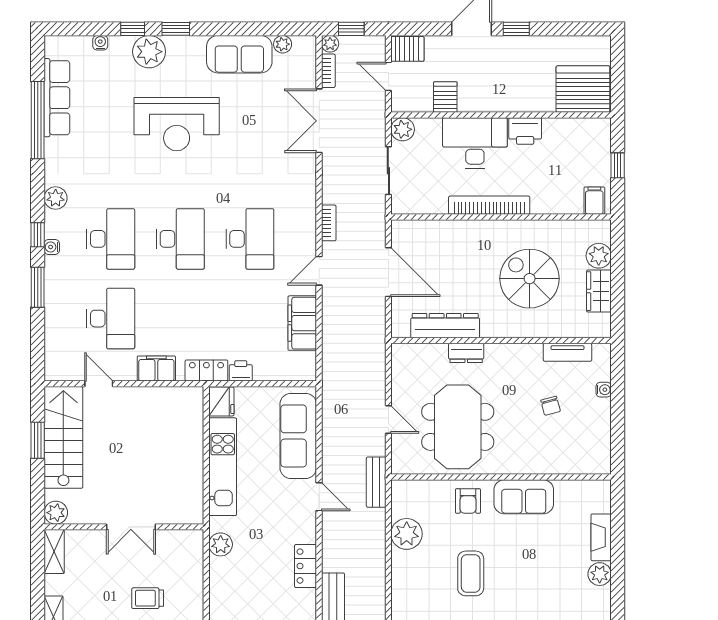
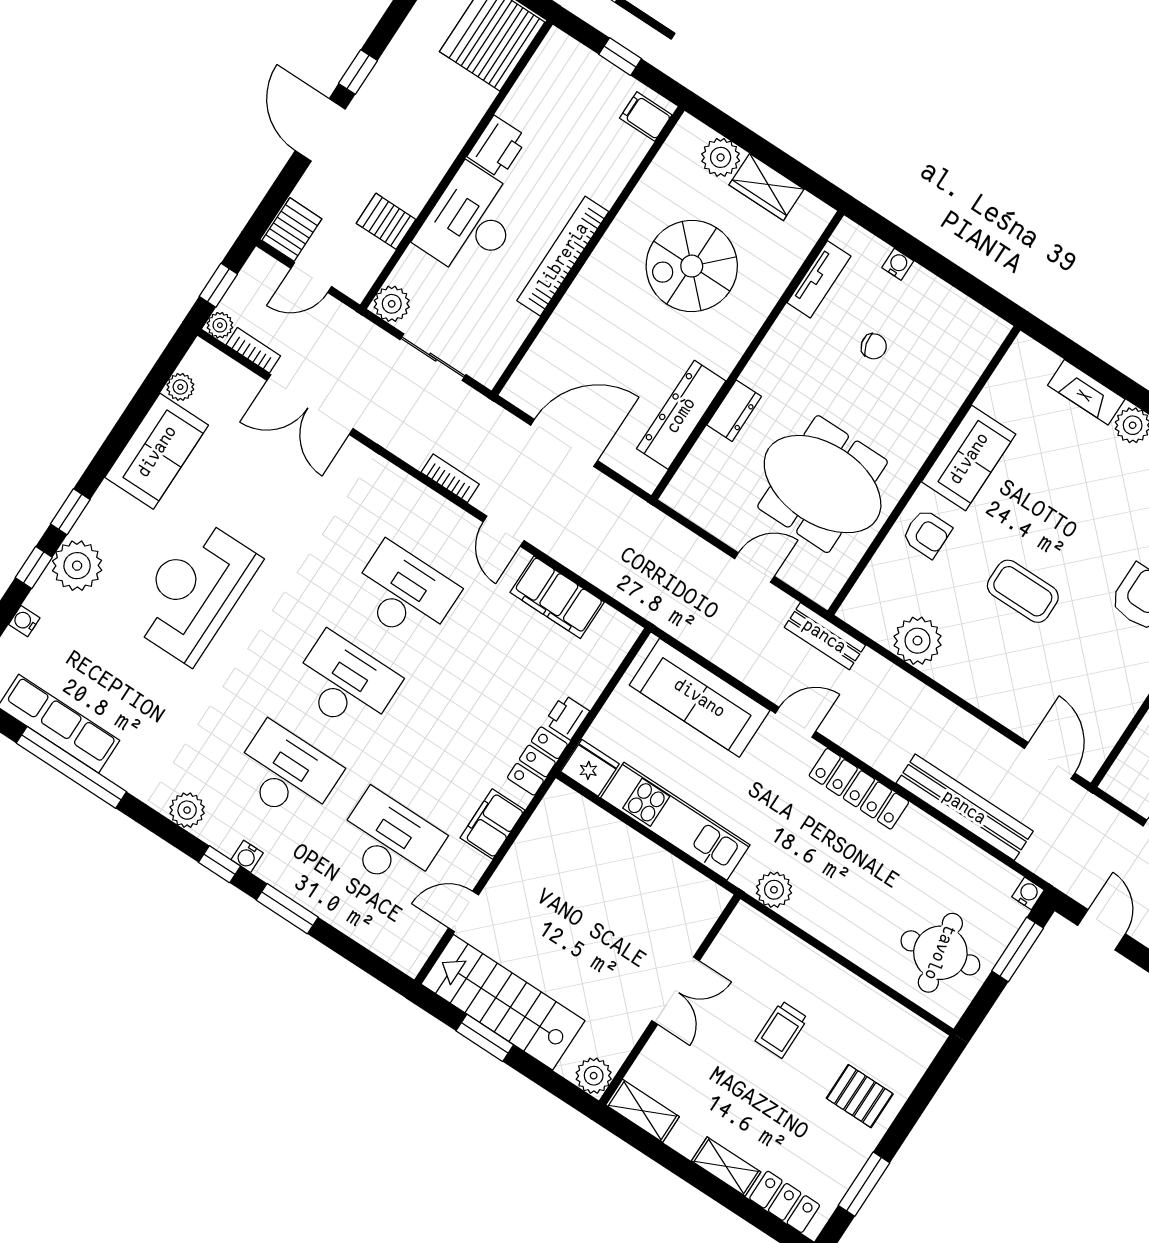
reception desk: (177, 124) -> (194, 591), turned 180
locker: (305, 566) -> (859, 789), width x1.53

